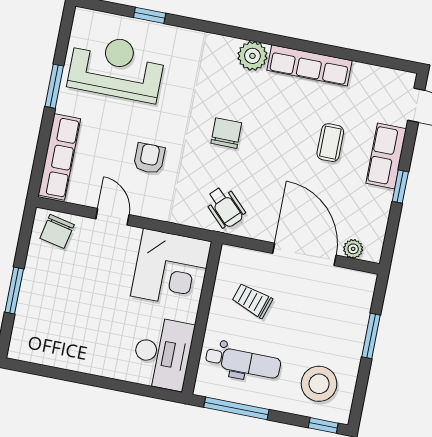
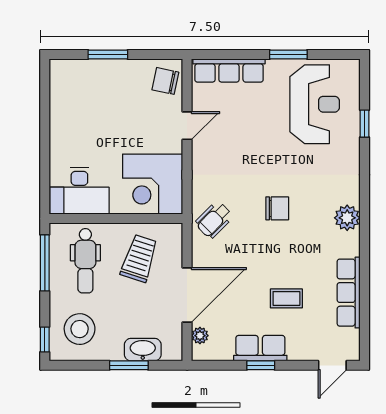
row of seats: (309, 65) -> (349, 293), moved
row of seats: (386, 156) -> (260, 348), moved
armchair: (149, 158) -> (243, 147), removed
trolley: (252, 300) -> (139, 258), width x1.36, depth x1.39
washbasin: (356, 317) -> (143, 350), added

